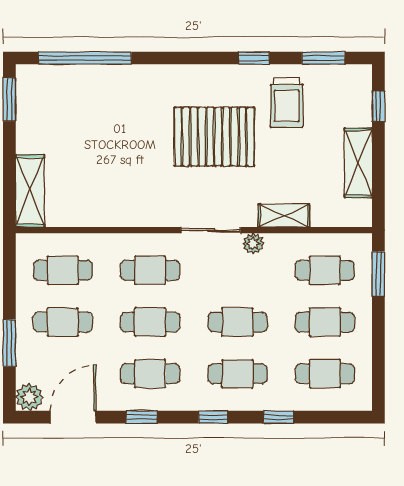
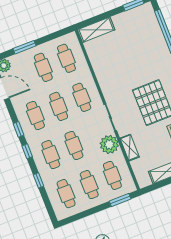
plant: (253, 244) -> (109, 144), width x1.87, depth x1.87
window: (142, 417) -> (19, 129), moved

